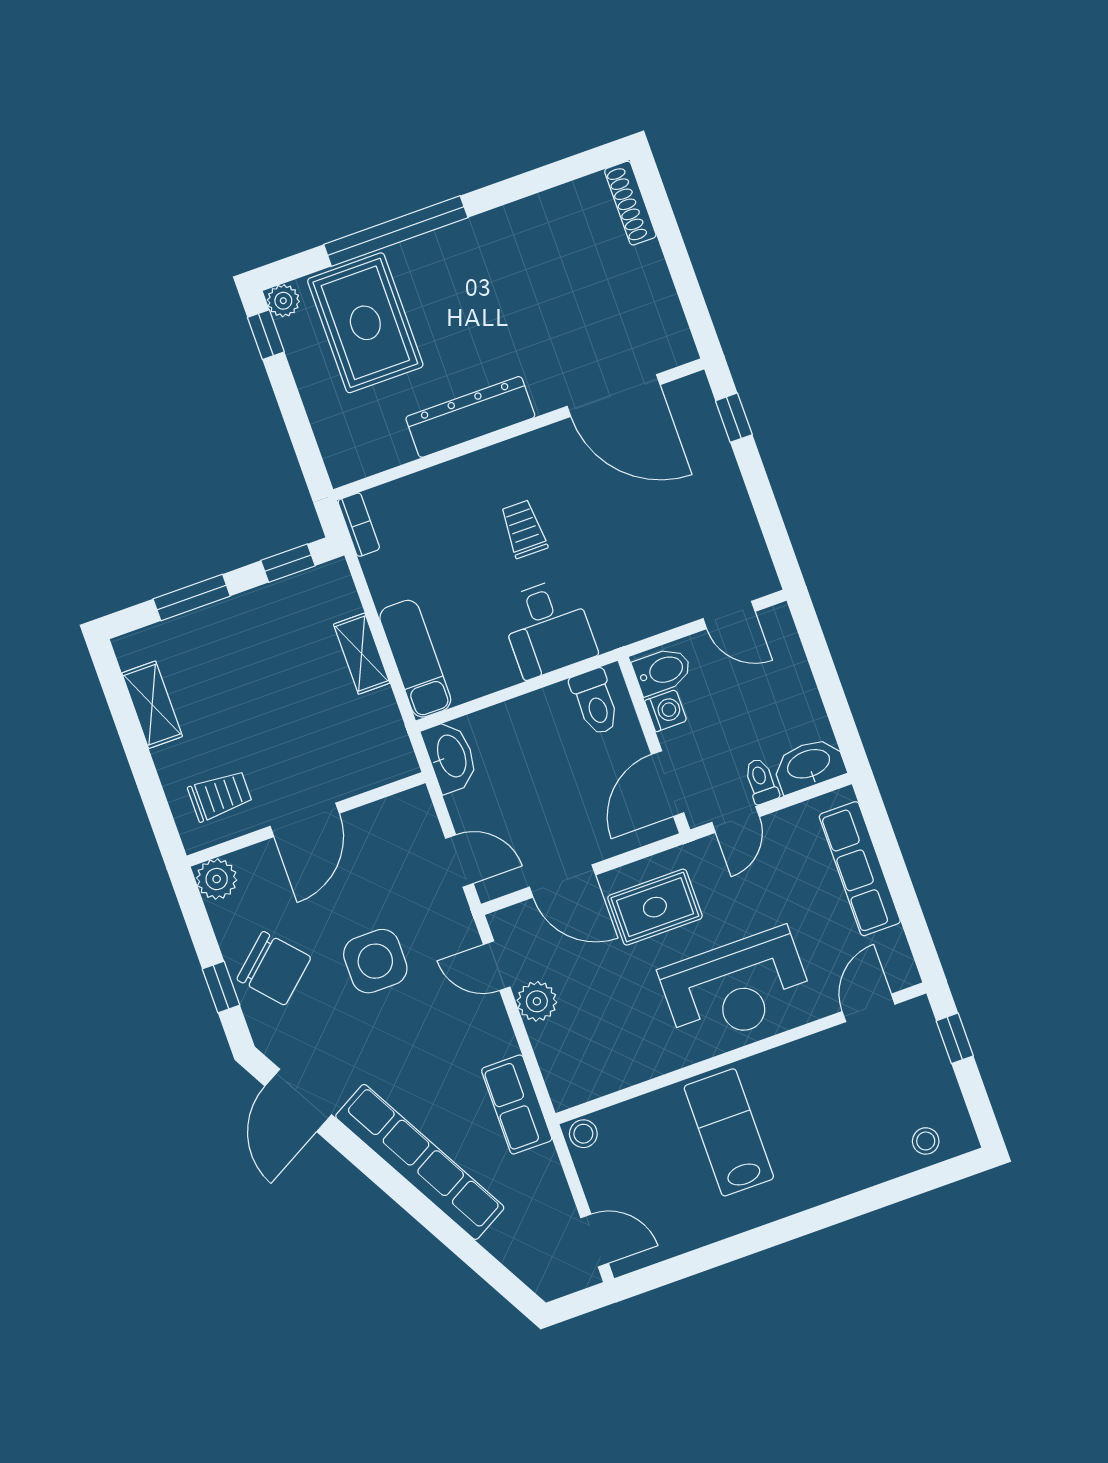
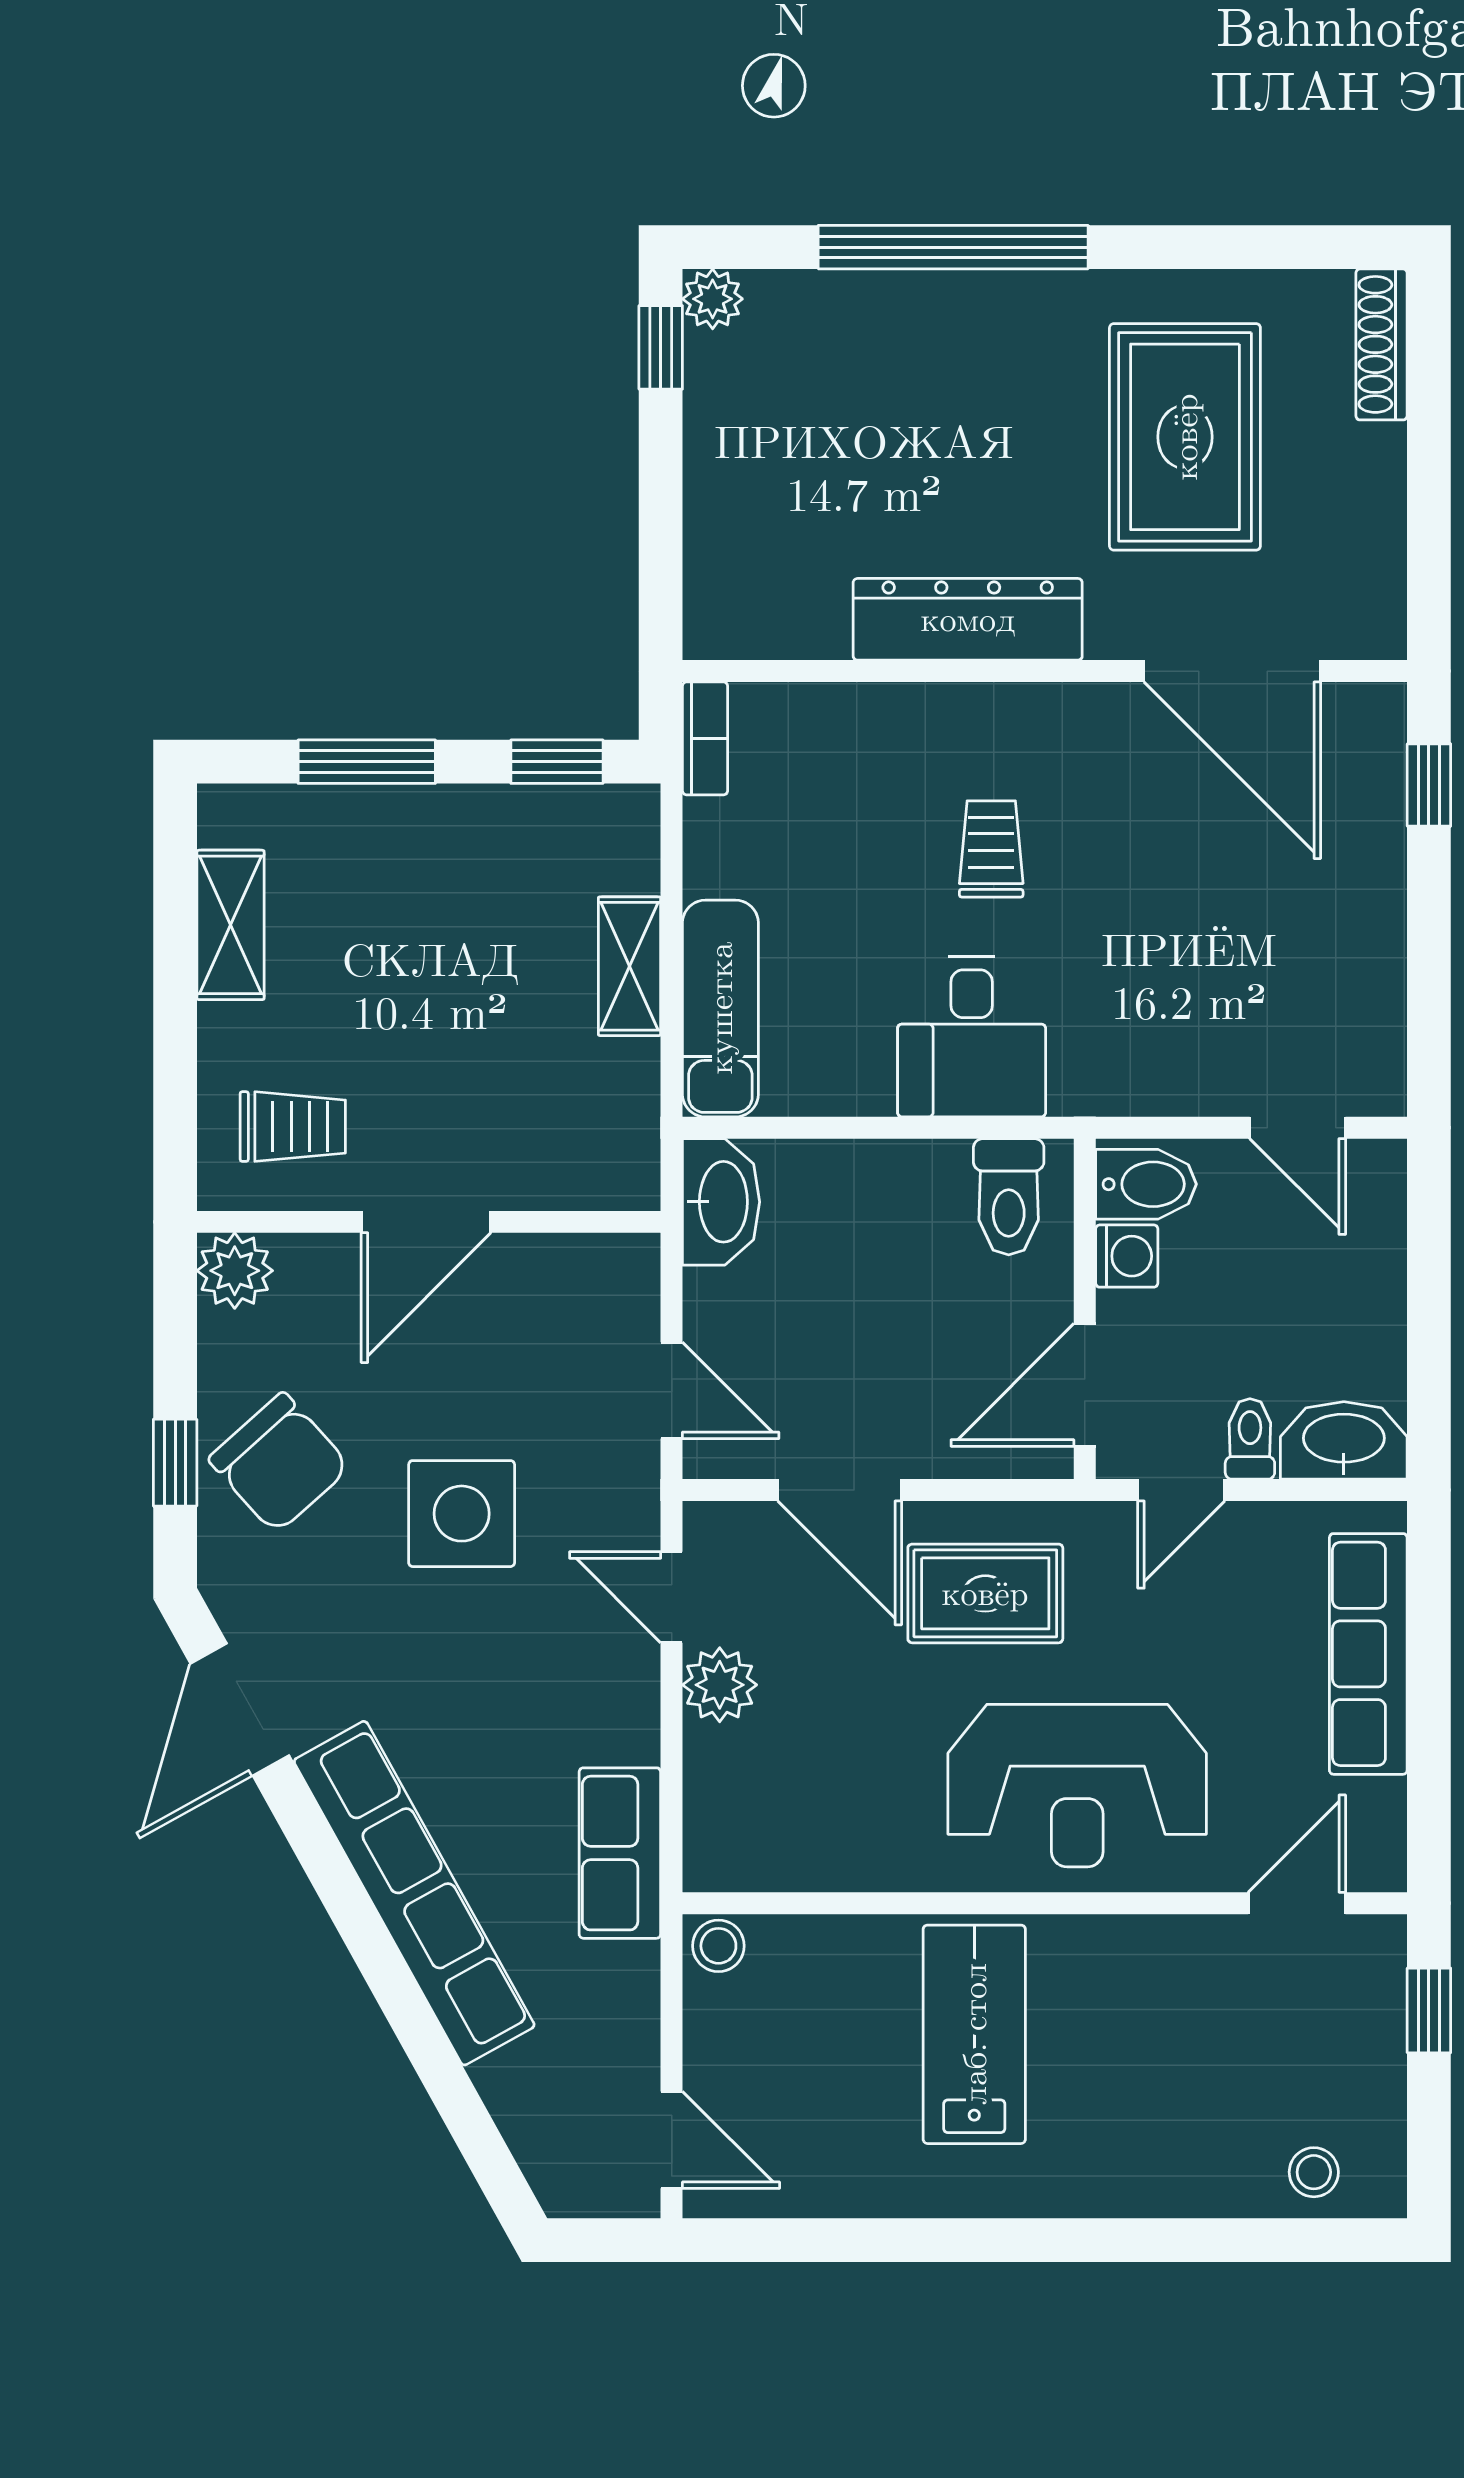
rug: (365, 323) -> (1185, 437), moved

